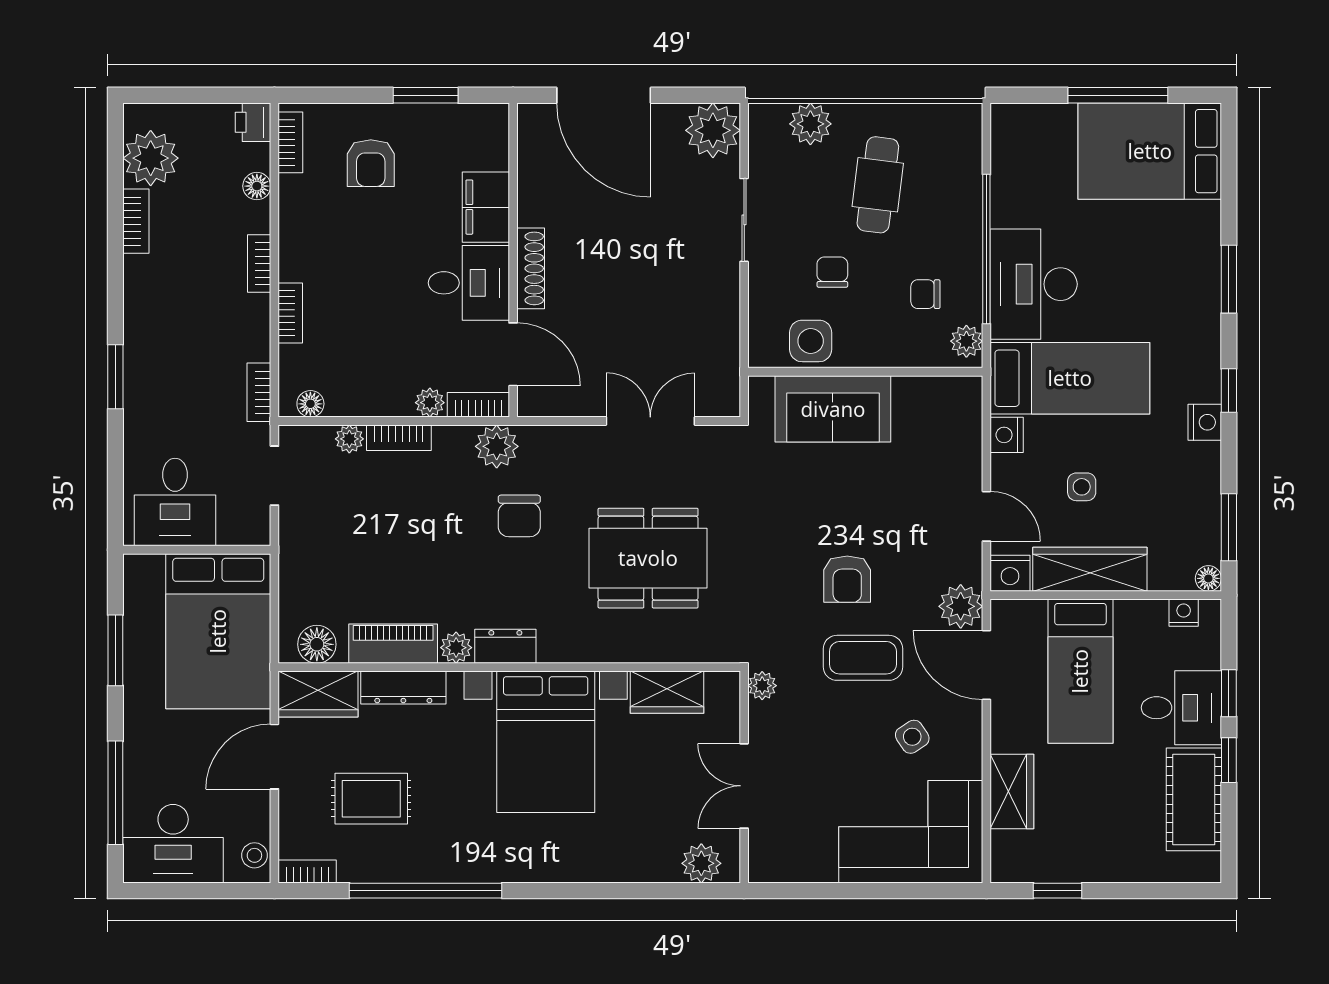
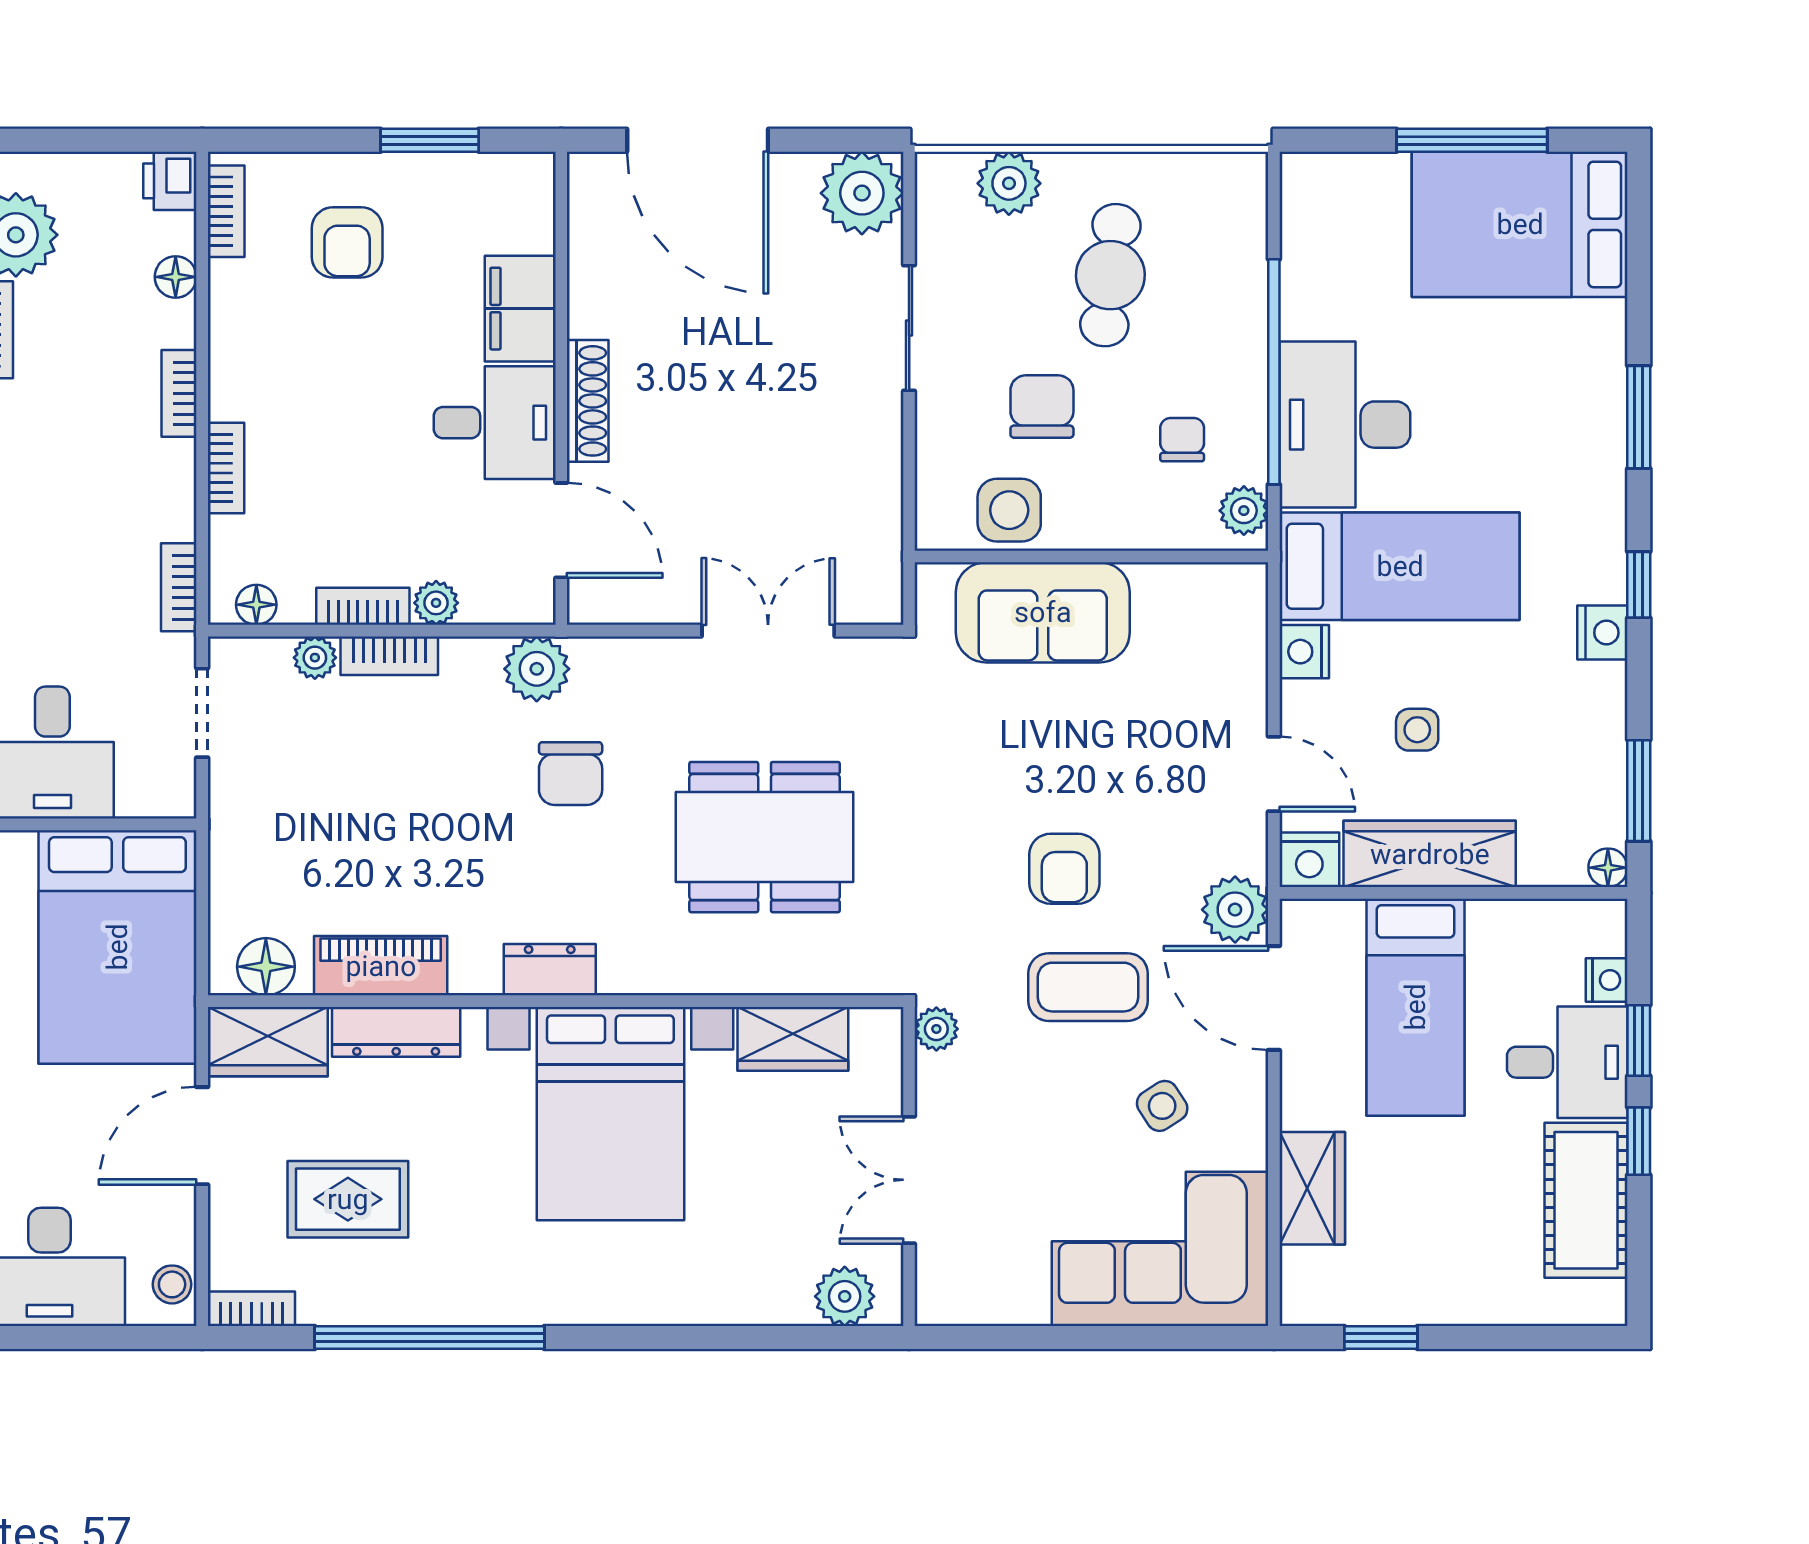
chair: (832, 272) -> (1042, 407), width x1.37, depth x1.37
chair: (925, 294) -> (1182, 440), turned 90
bookcase: (478, 405) -> (363, 606), moved
nightstand: (1184, 613) -> (1607, 980), moved, turned 90
plant: (456, 648) -> (476, 972), removed

